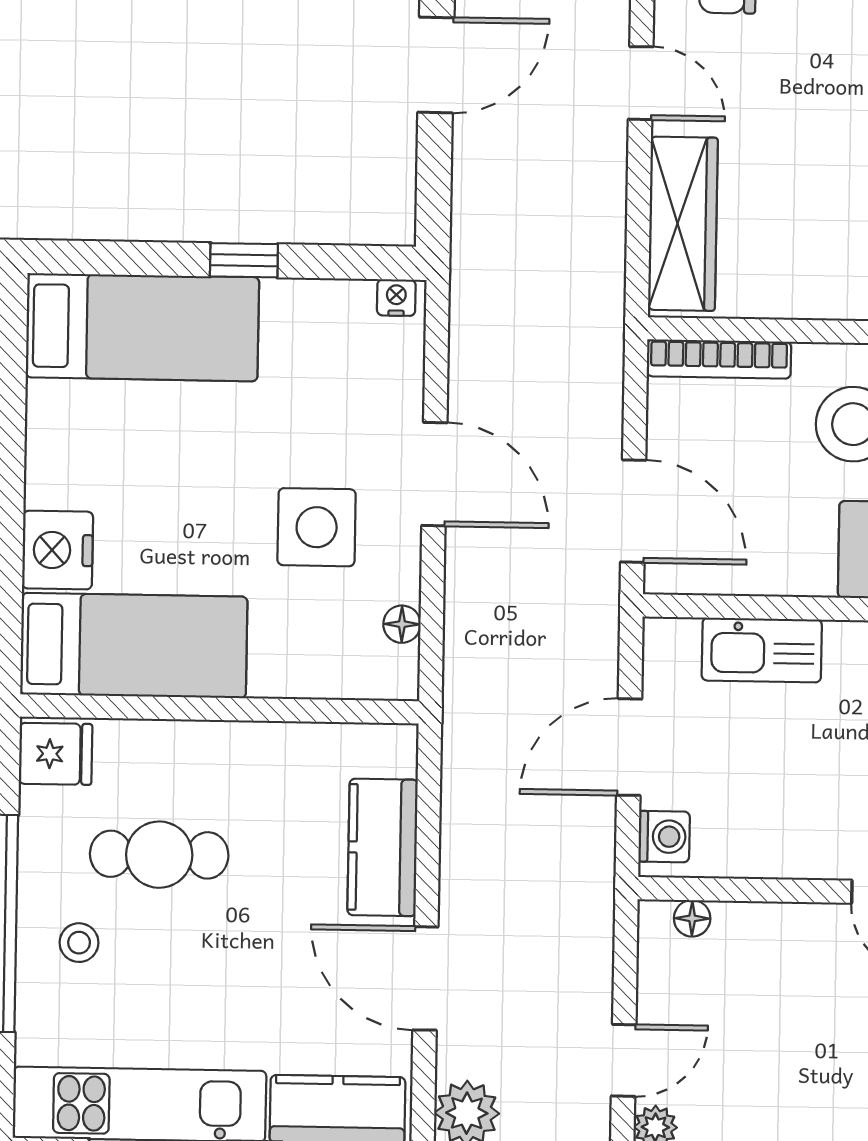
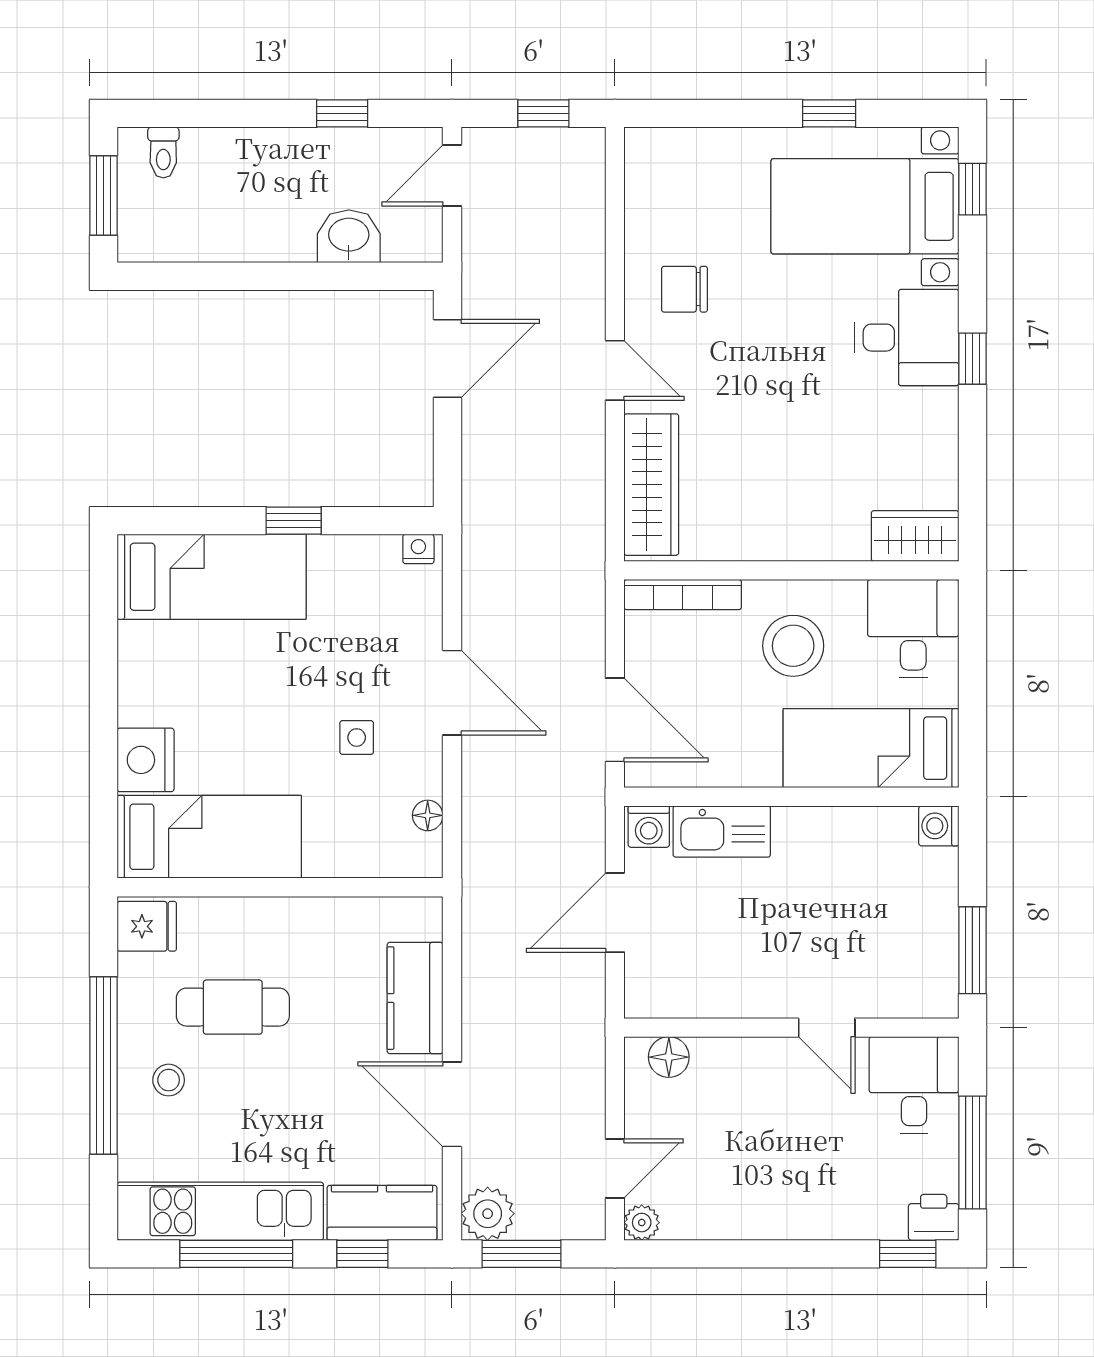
side table: (317, 527) -> (357, 738), width x0.54, depth x0.54
washing machine: (664, 837) -> (649, 827), moved, turned 90
floor lamp: (692, 918) -> (669, 1057), width x1.37, depth x1.37

